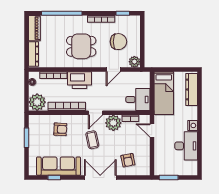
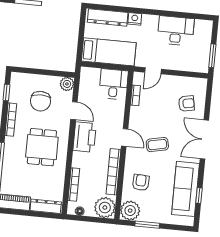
chair: (118, 42) -> (41, 101), turned 180
printer: (80, 80) -> (85, 137), moved
plant: (113, 123) -> (130, 211), moved
nightstand: (193, 125) -> (135, 19), moved

